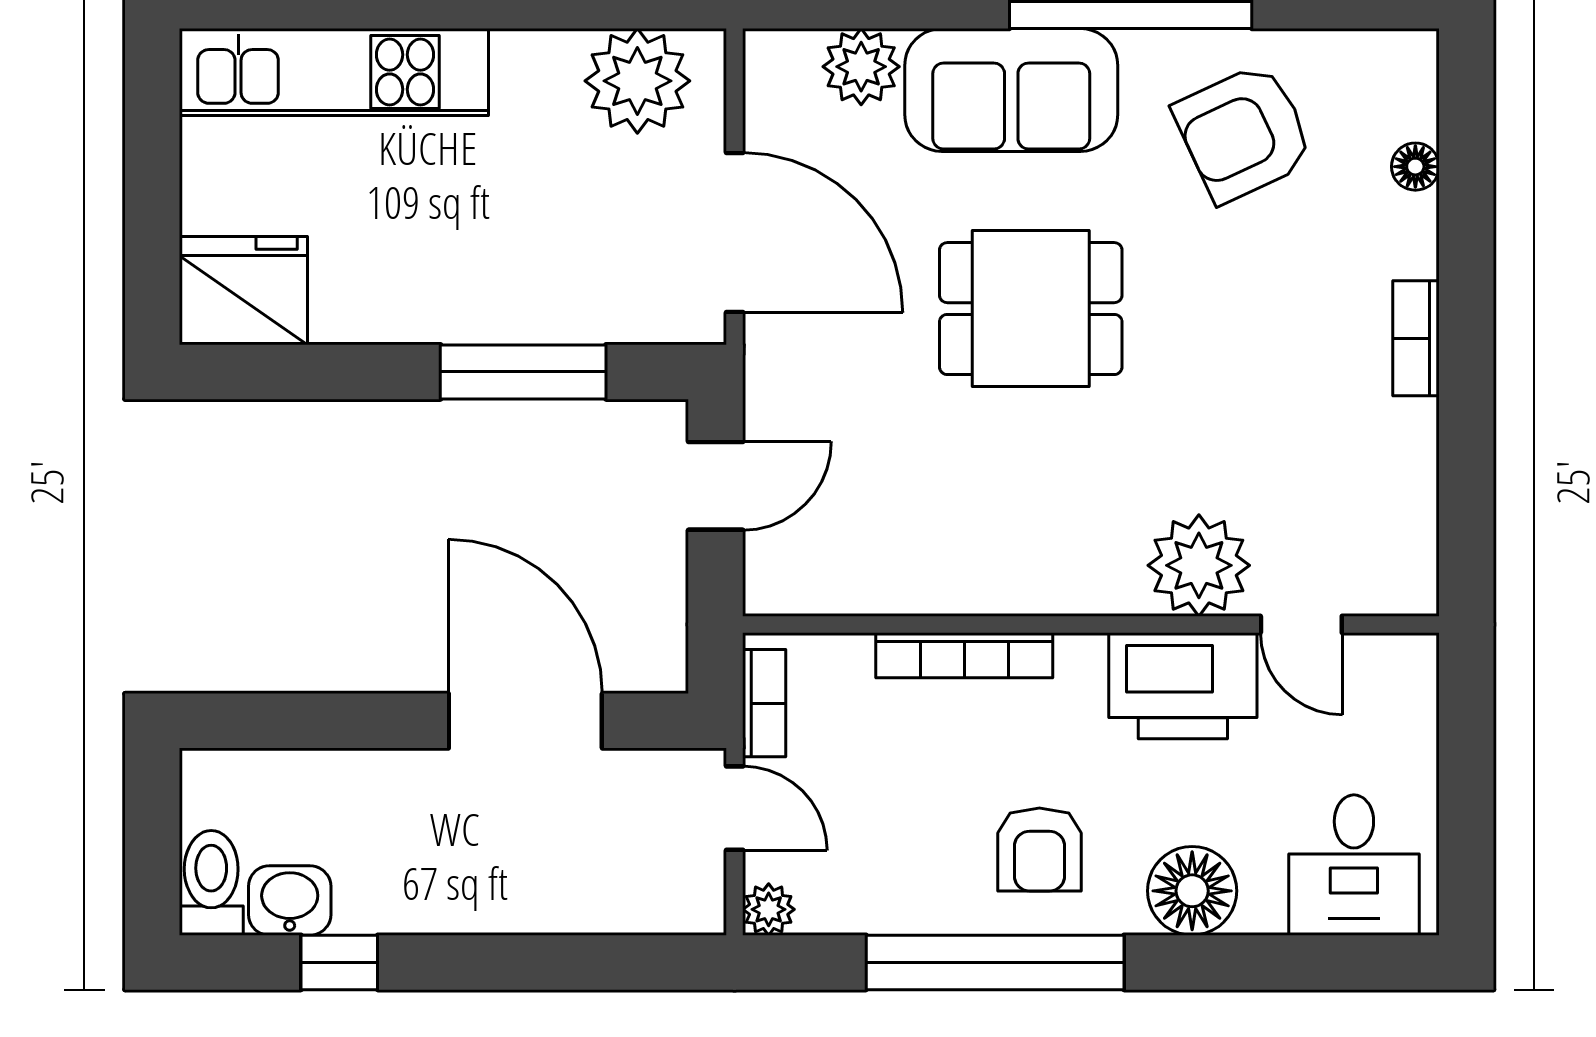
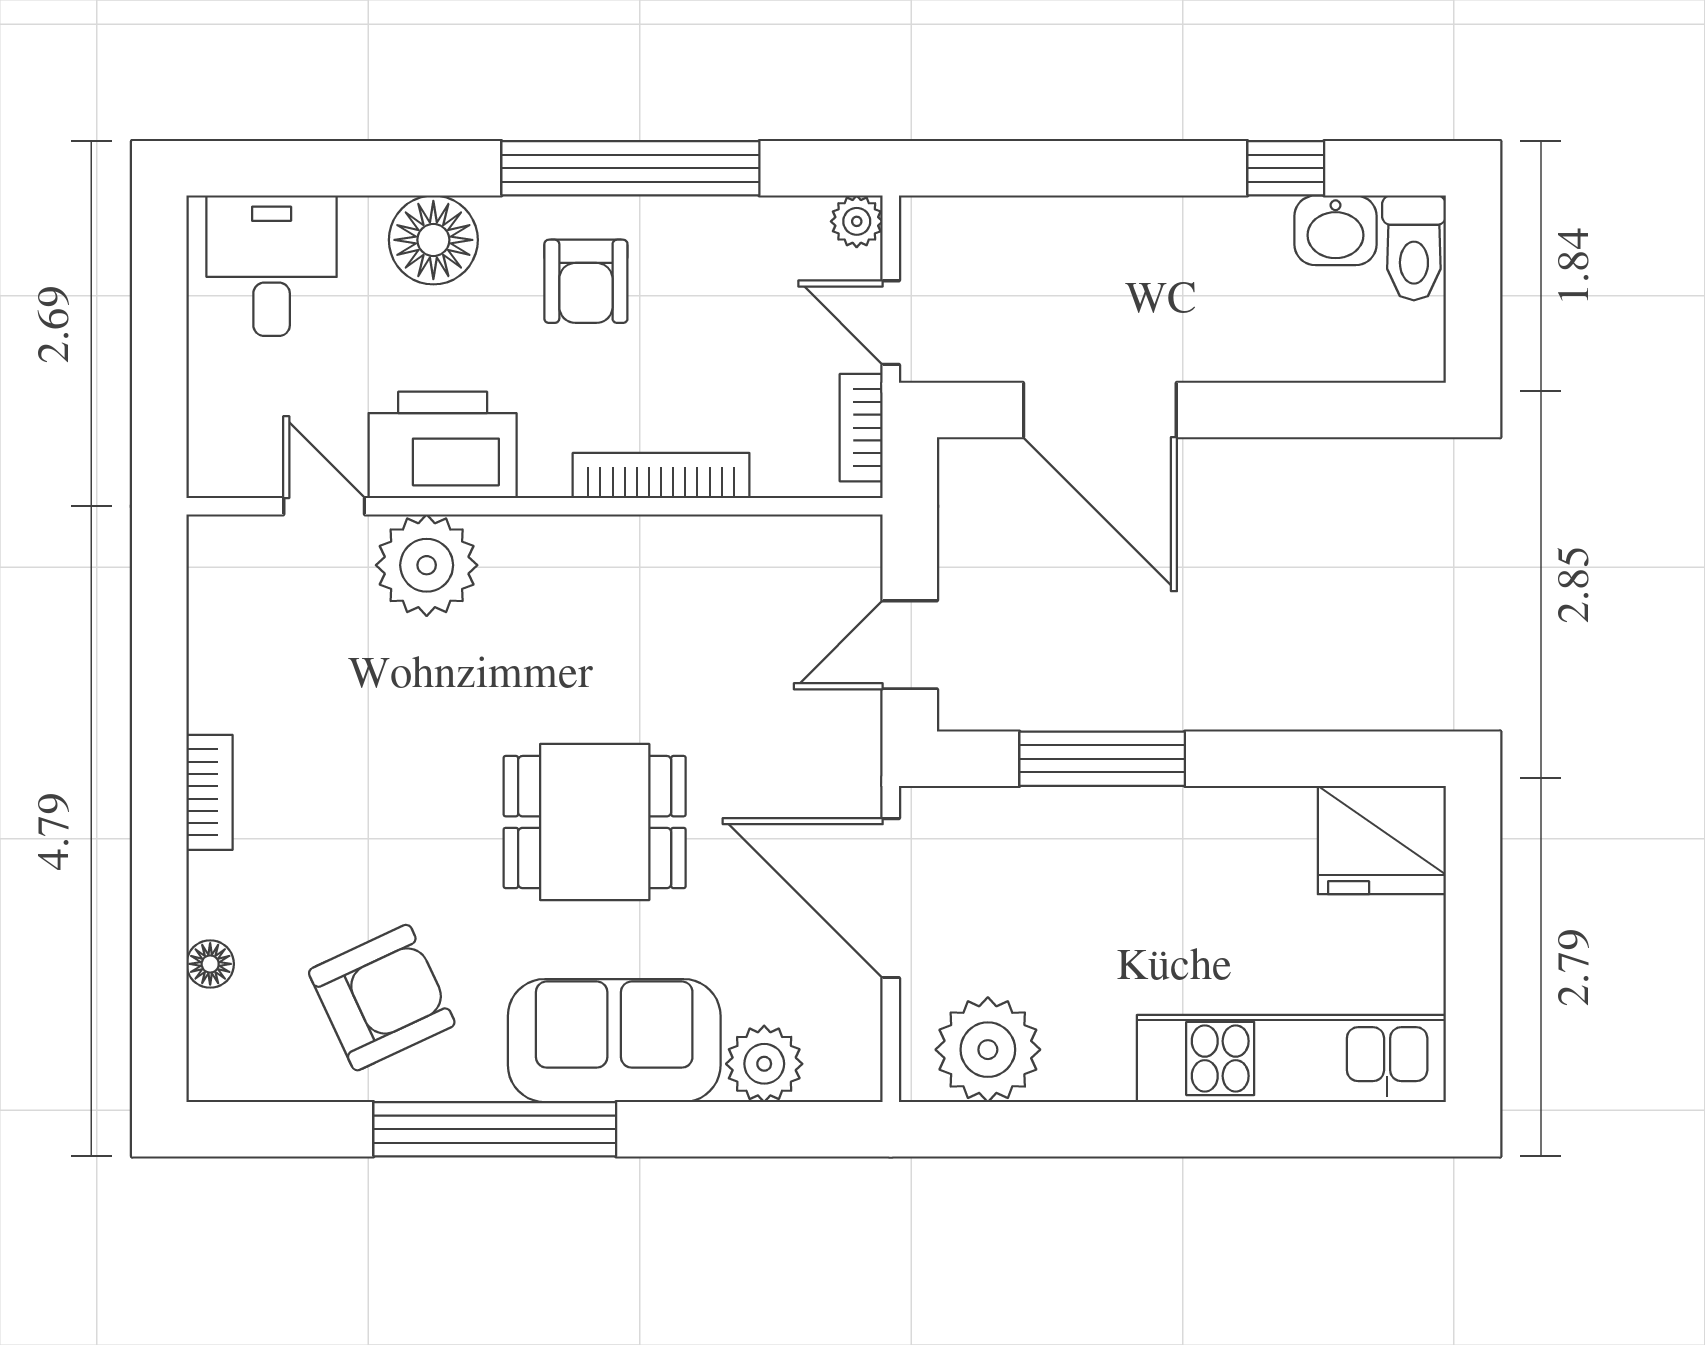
armchair: (1039, 849) -> (586, 281), turned 180

